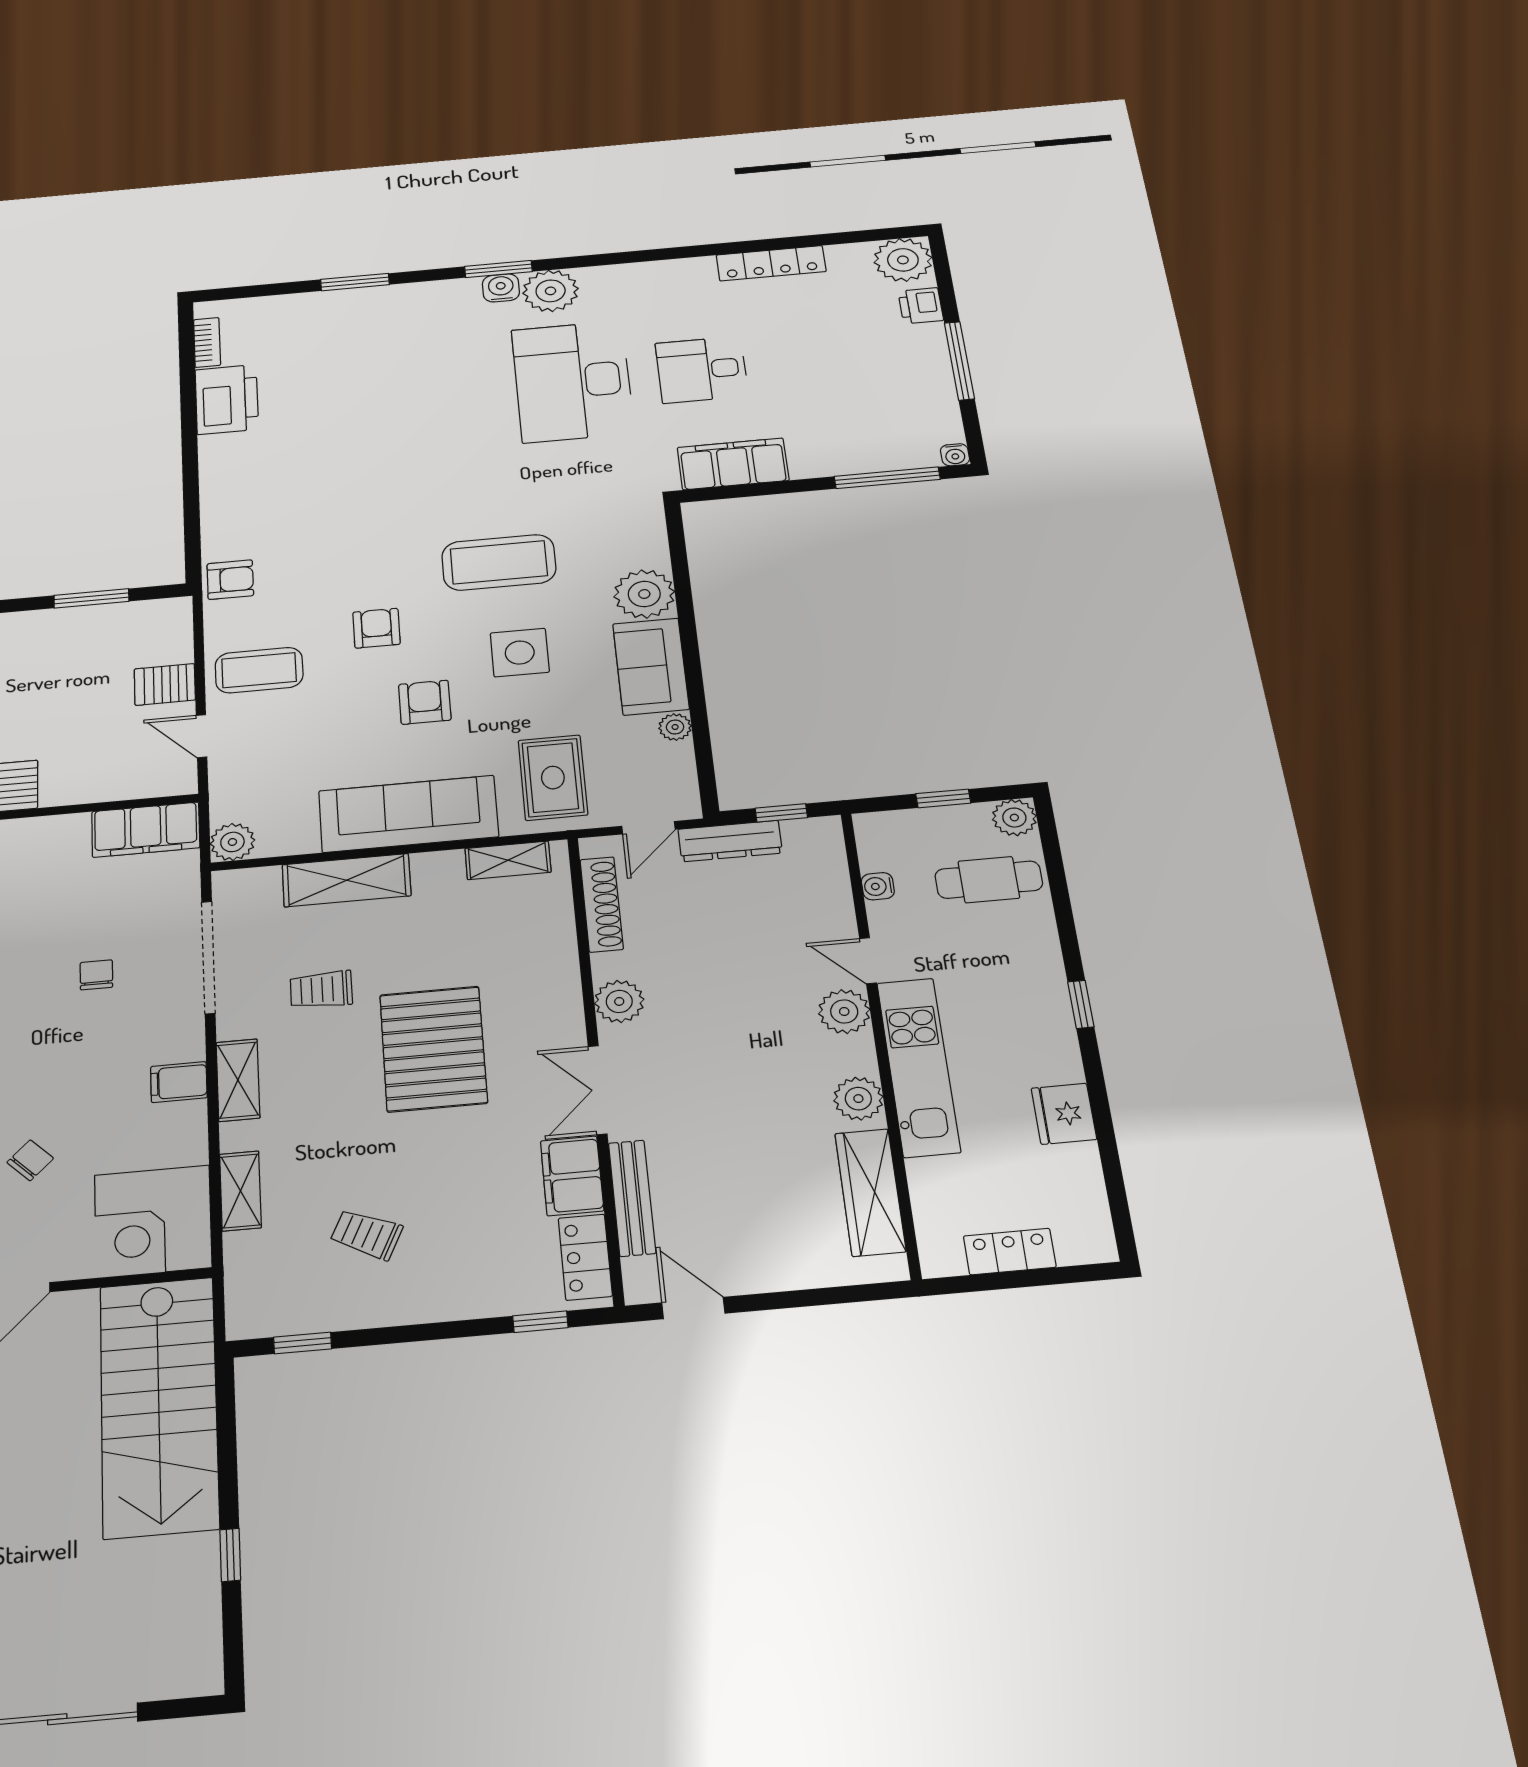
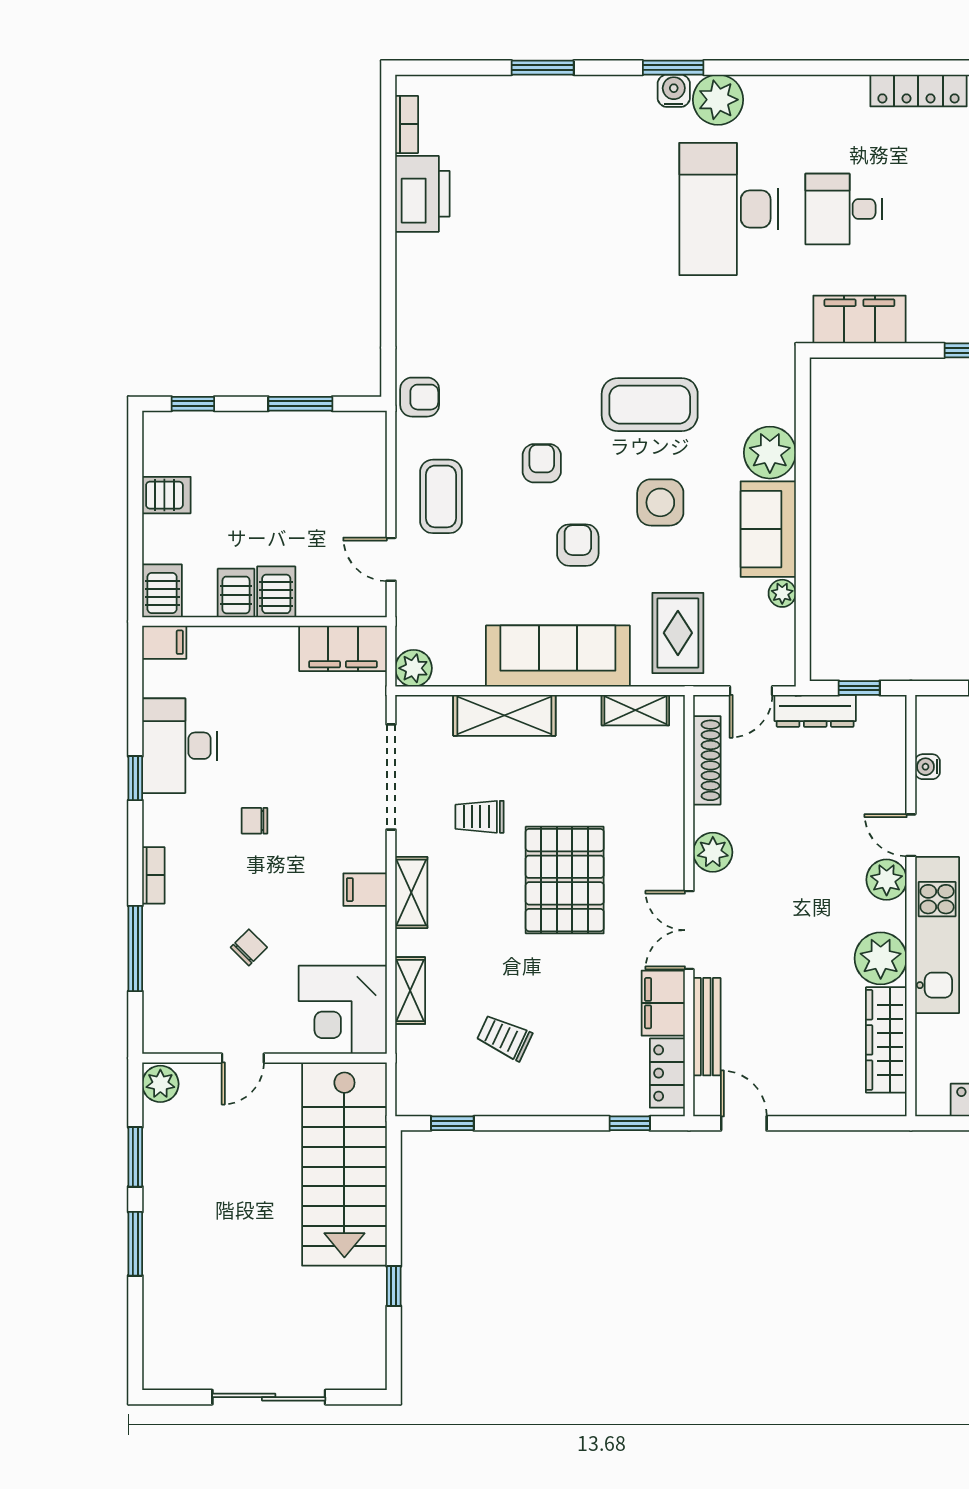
coffee table: (259, 670) -> (441, 496), turned 90
server rack: (165, 684) -> (276, 592), moved, turned 90
chair: (96, 975) -> (255, 821), moved, turned -90
plant: (858, 1099) -> (881, 958), width x1.36, depth x1.36

